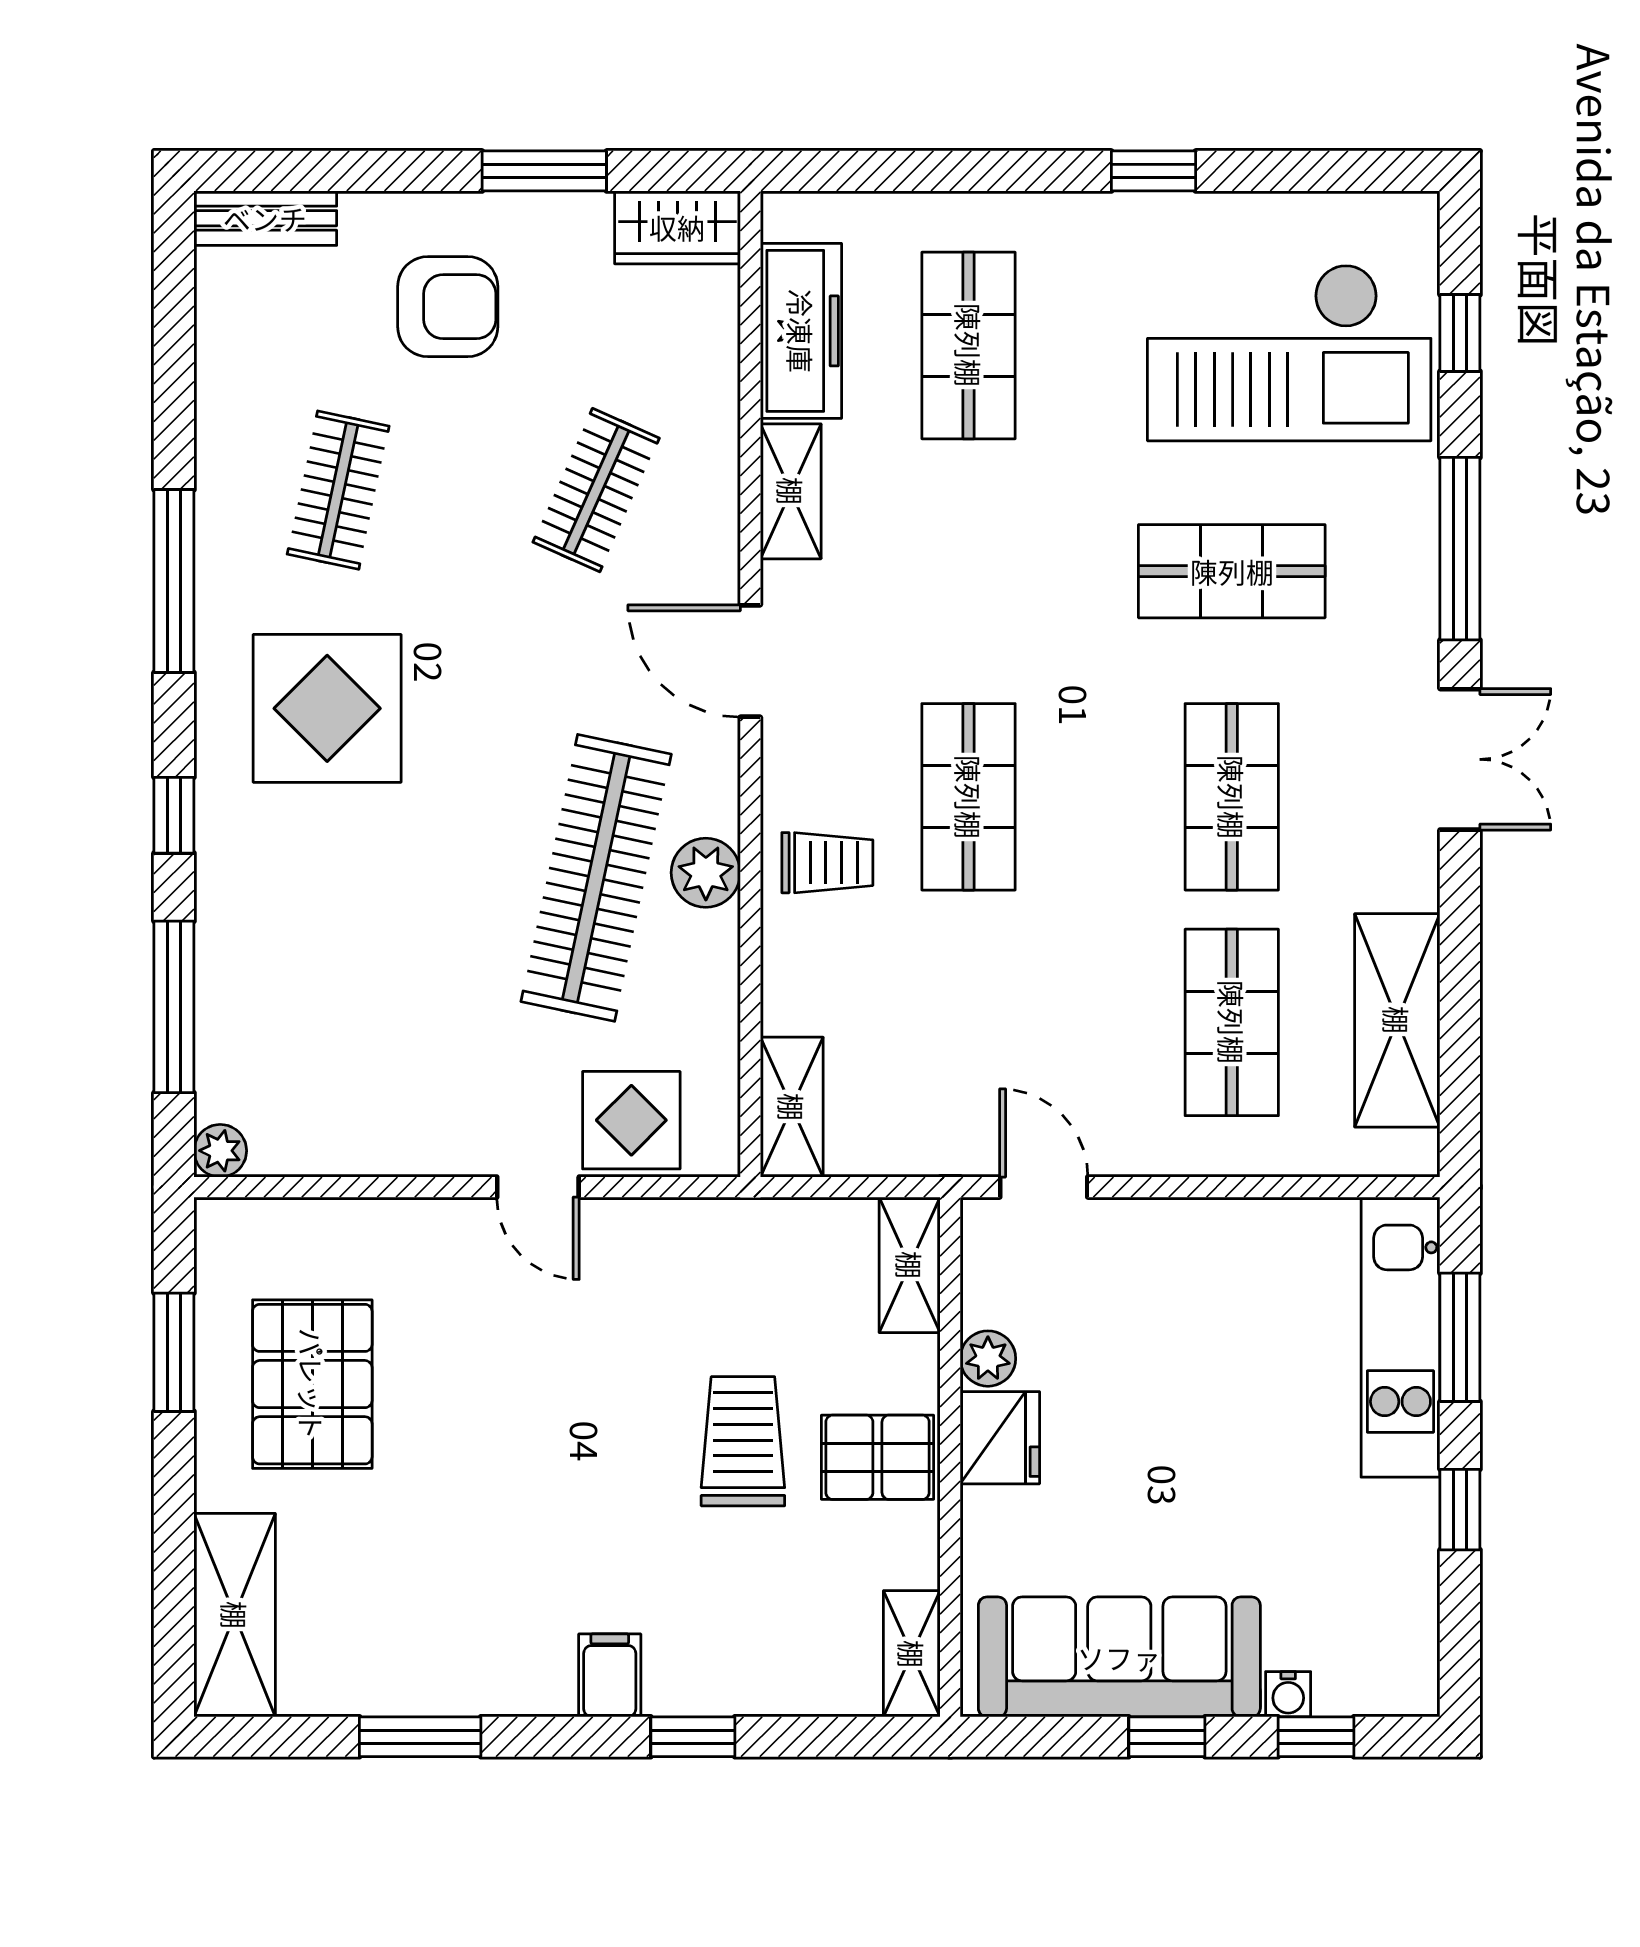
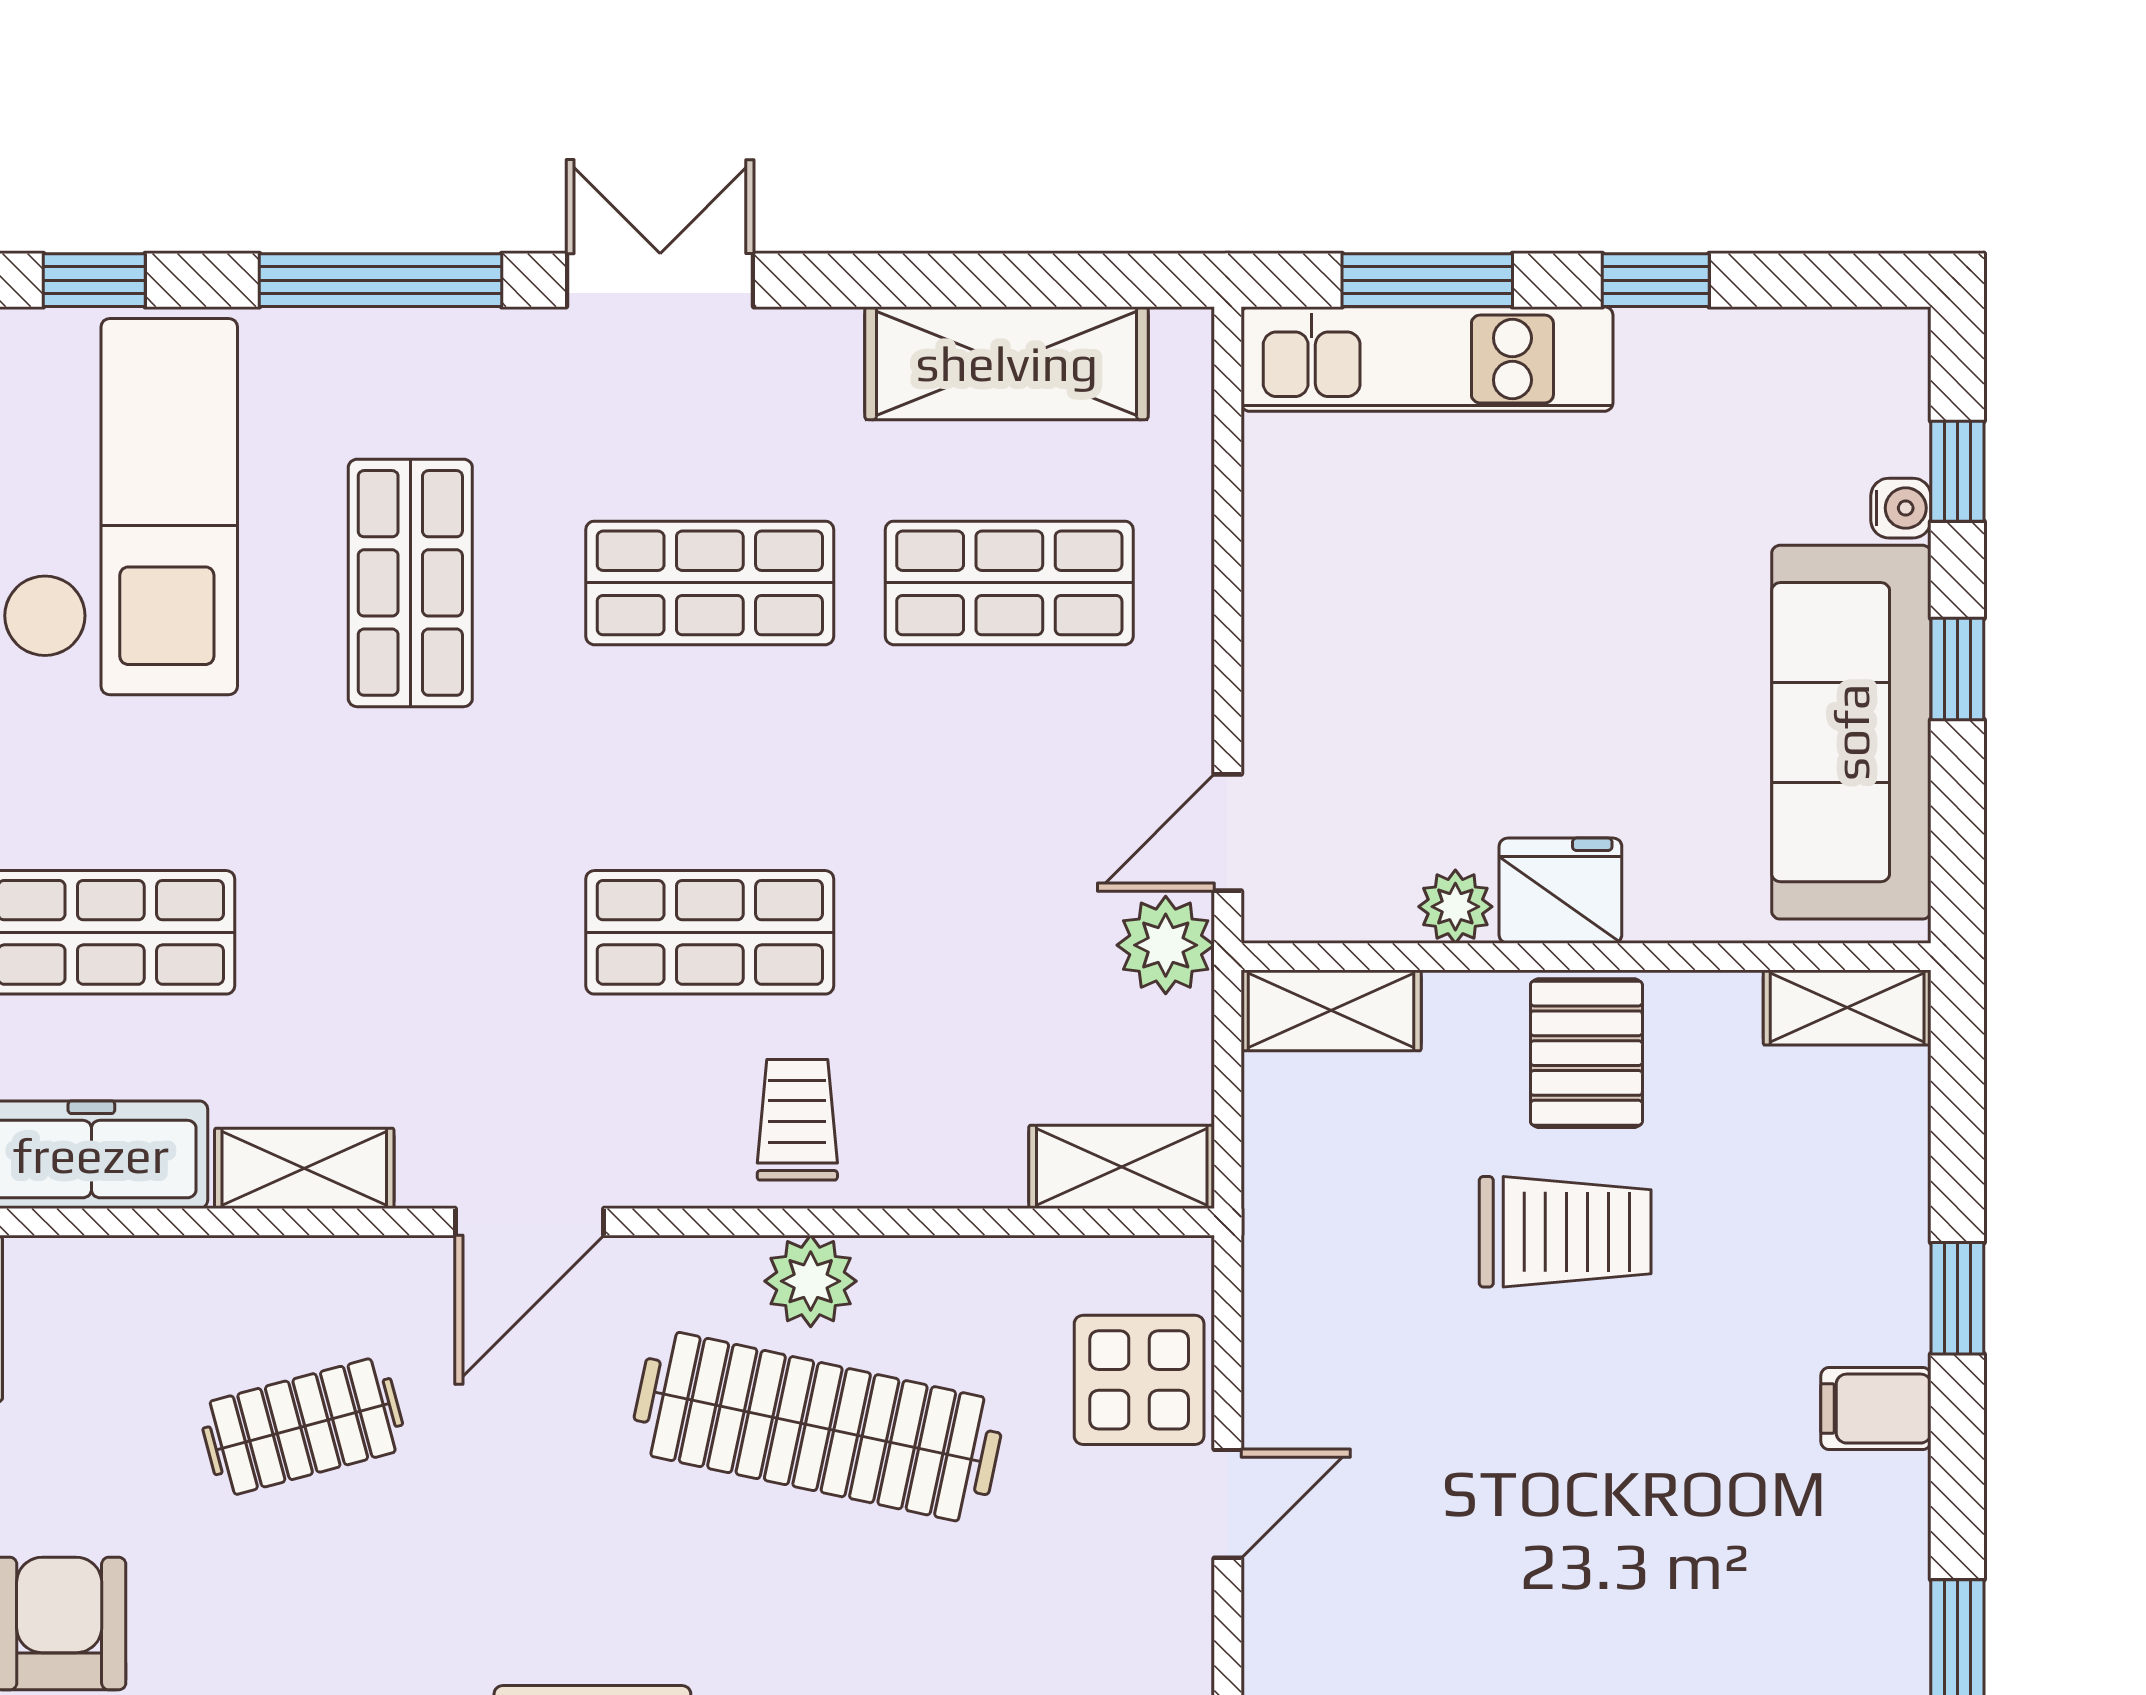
clothes rail: (596, 490) -> (303, 1427), turned -39
plant: (959, 1140) -> (1166, 945), added
trolley: (743, 1441) -> (1565, 1232), turned 180

